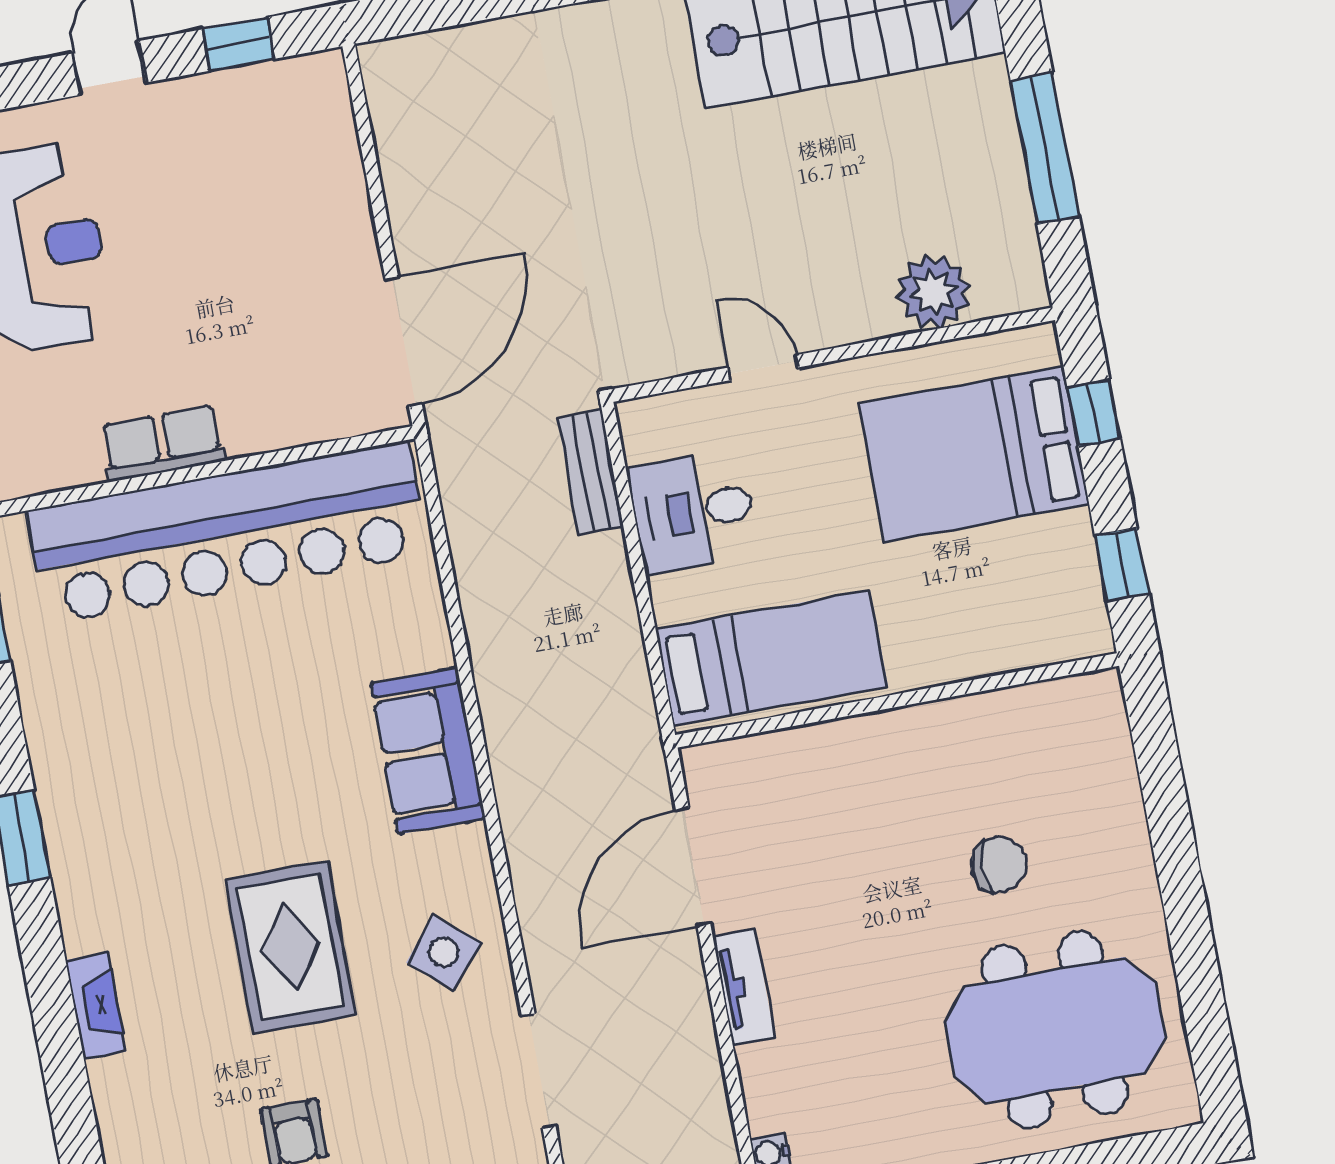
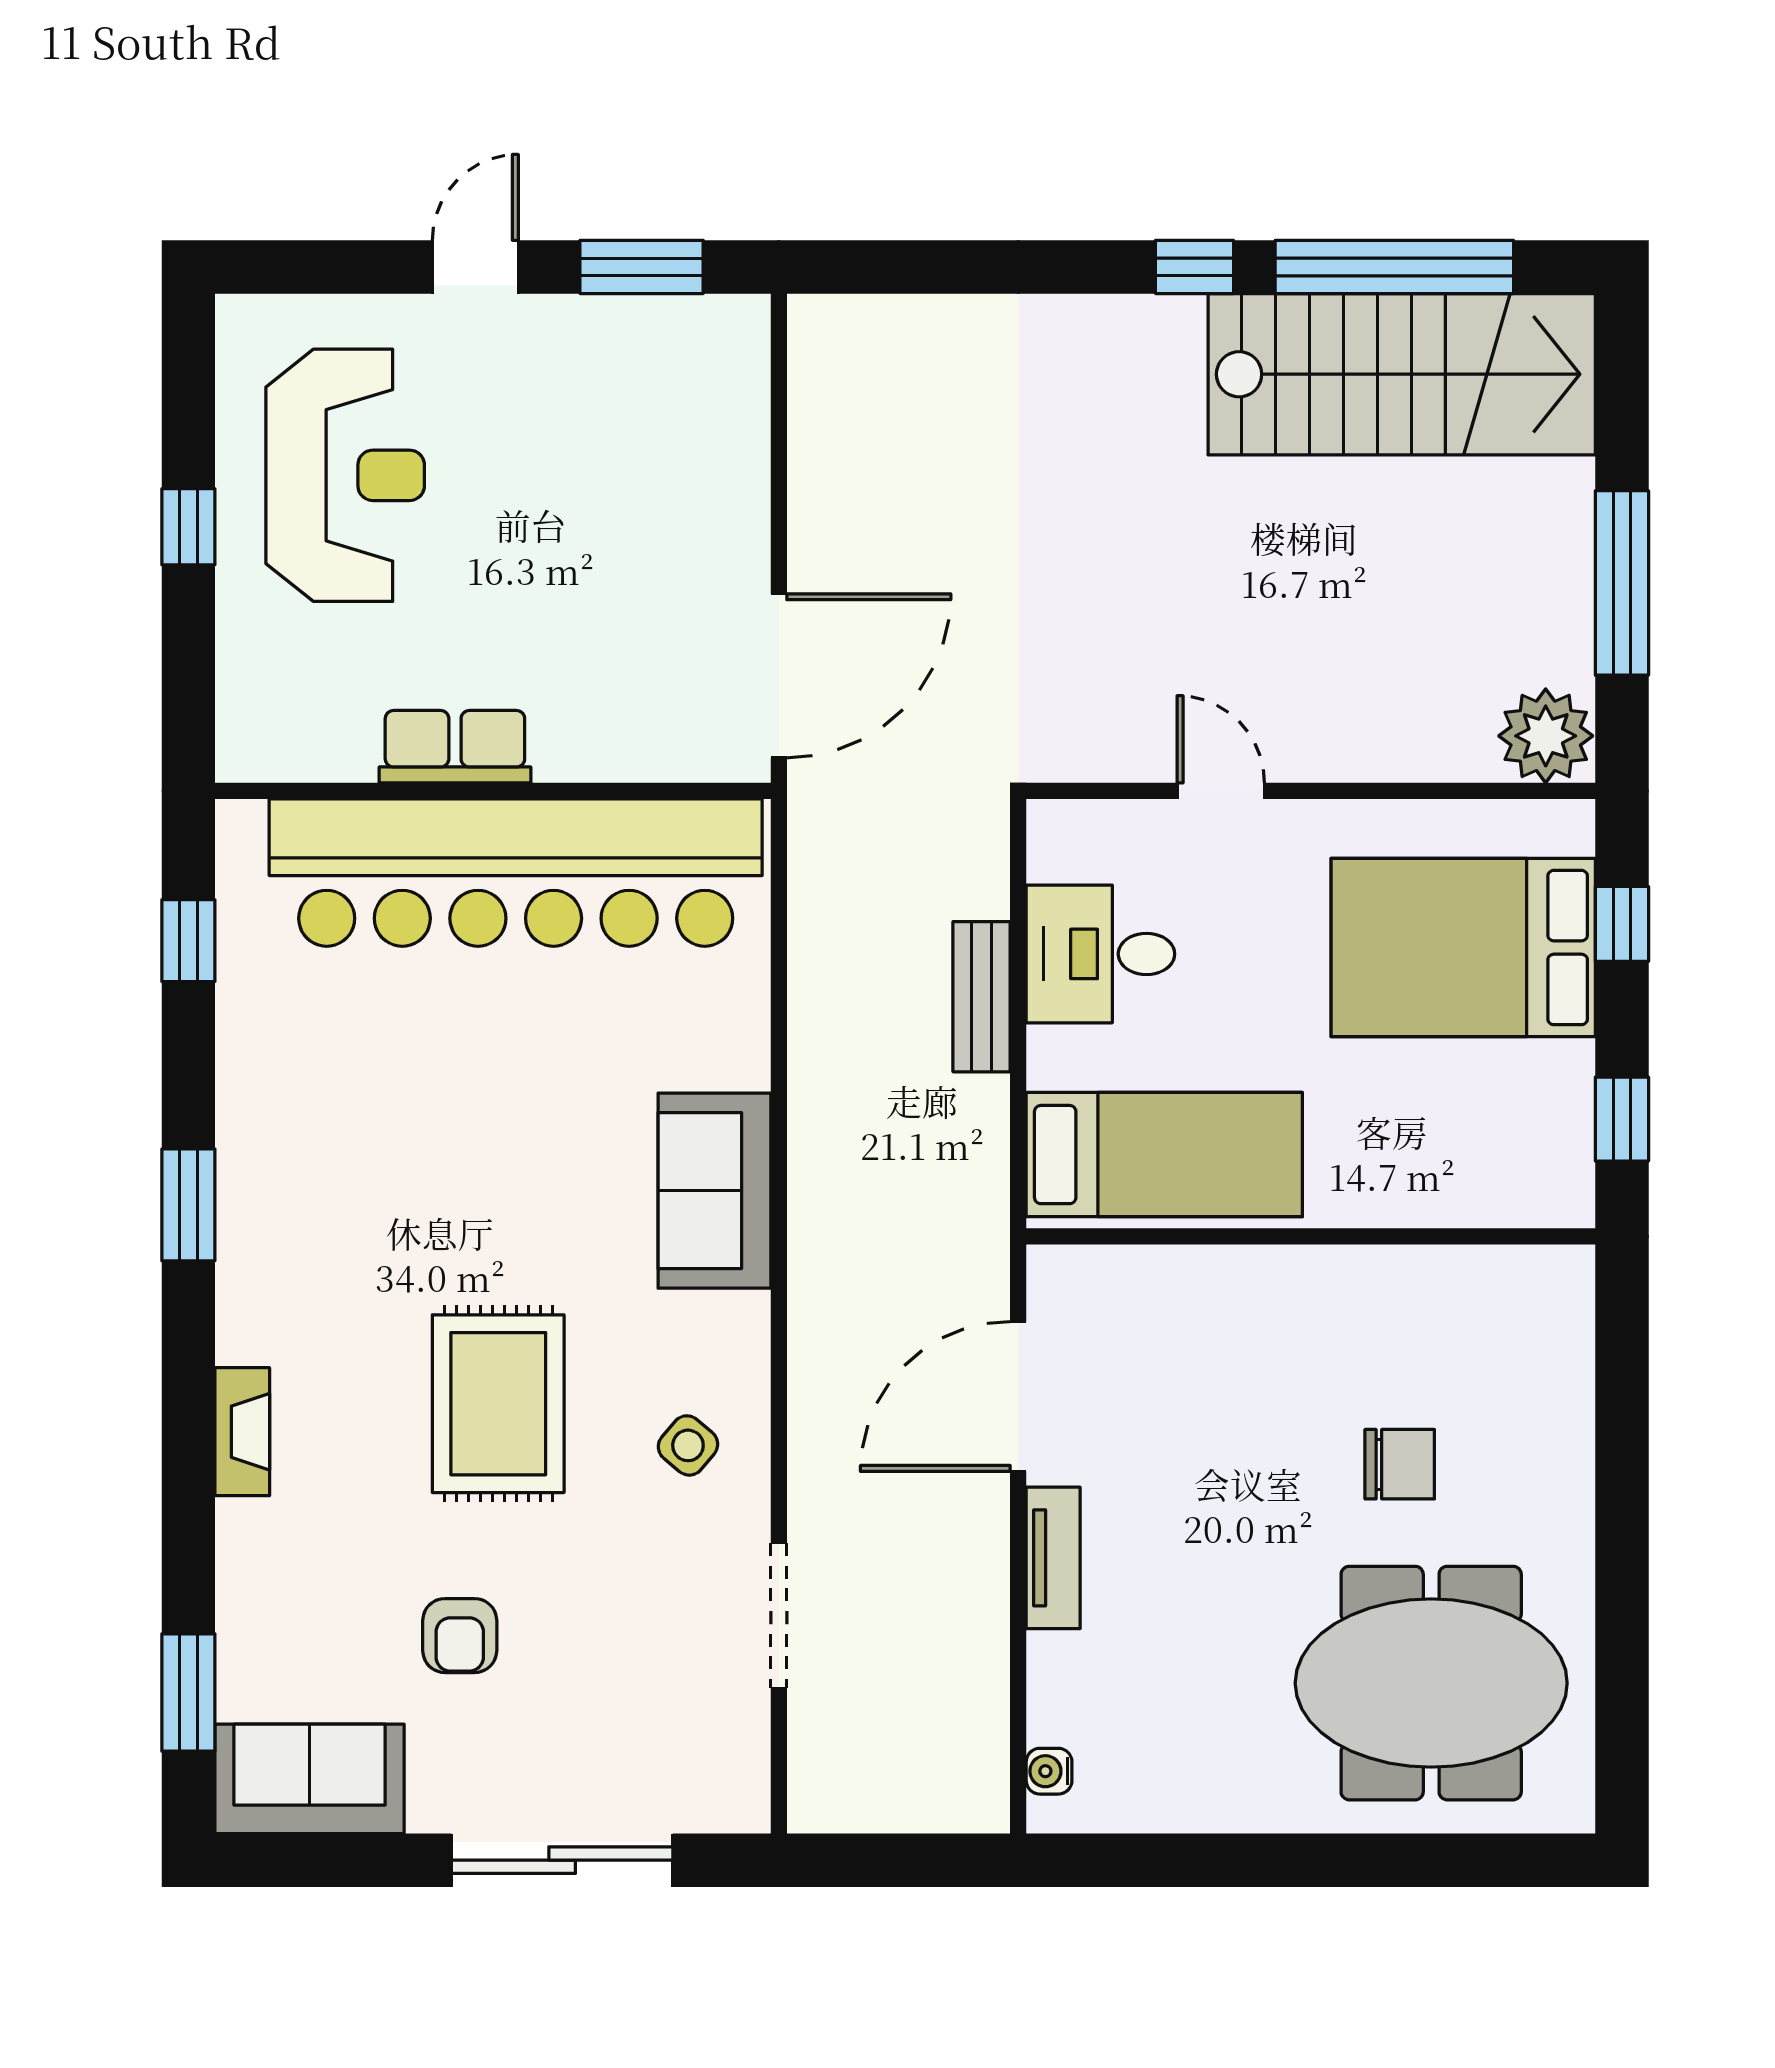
window: (238, 44) -> (642, 267), width x1.50
plant: (933, 292) -> (1546, 736), moved
bench: (590, 472) -> (982, 997), moved
side table: (444, 952) -> (688, 1445), width x0.73, depth x0.73

